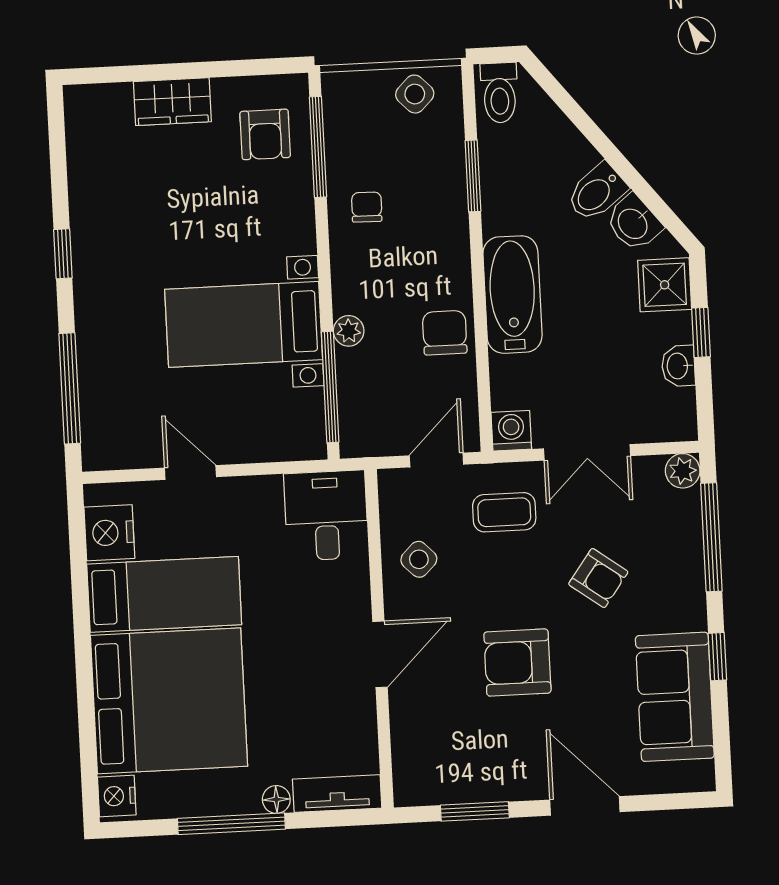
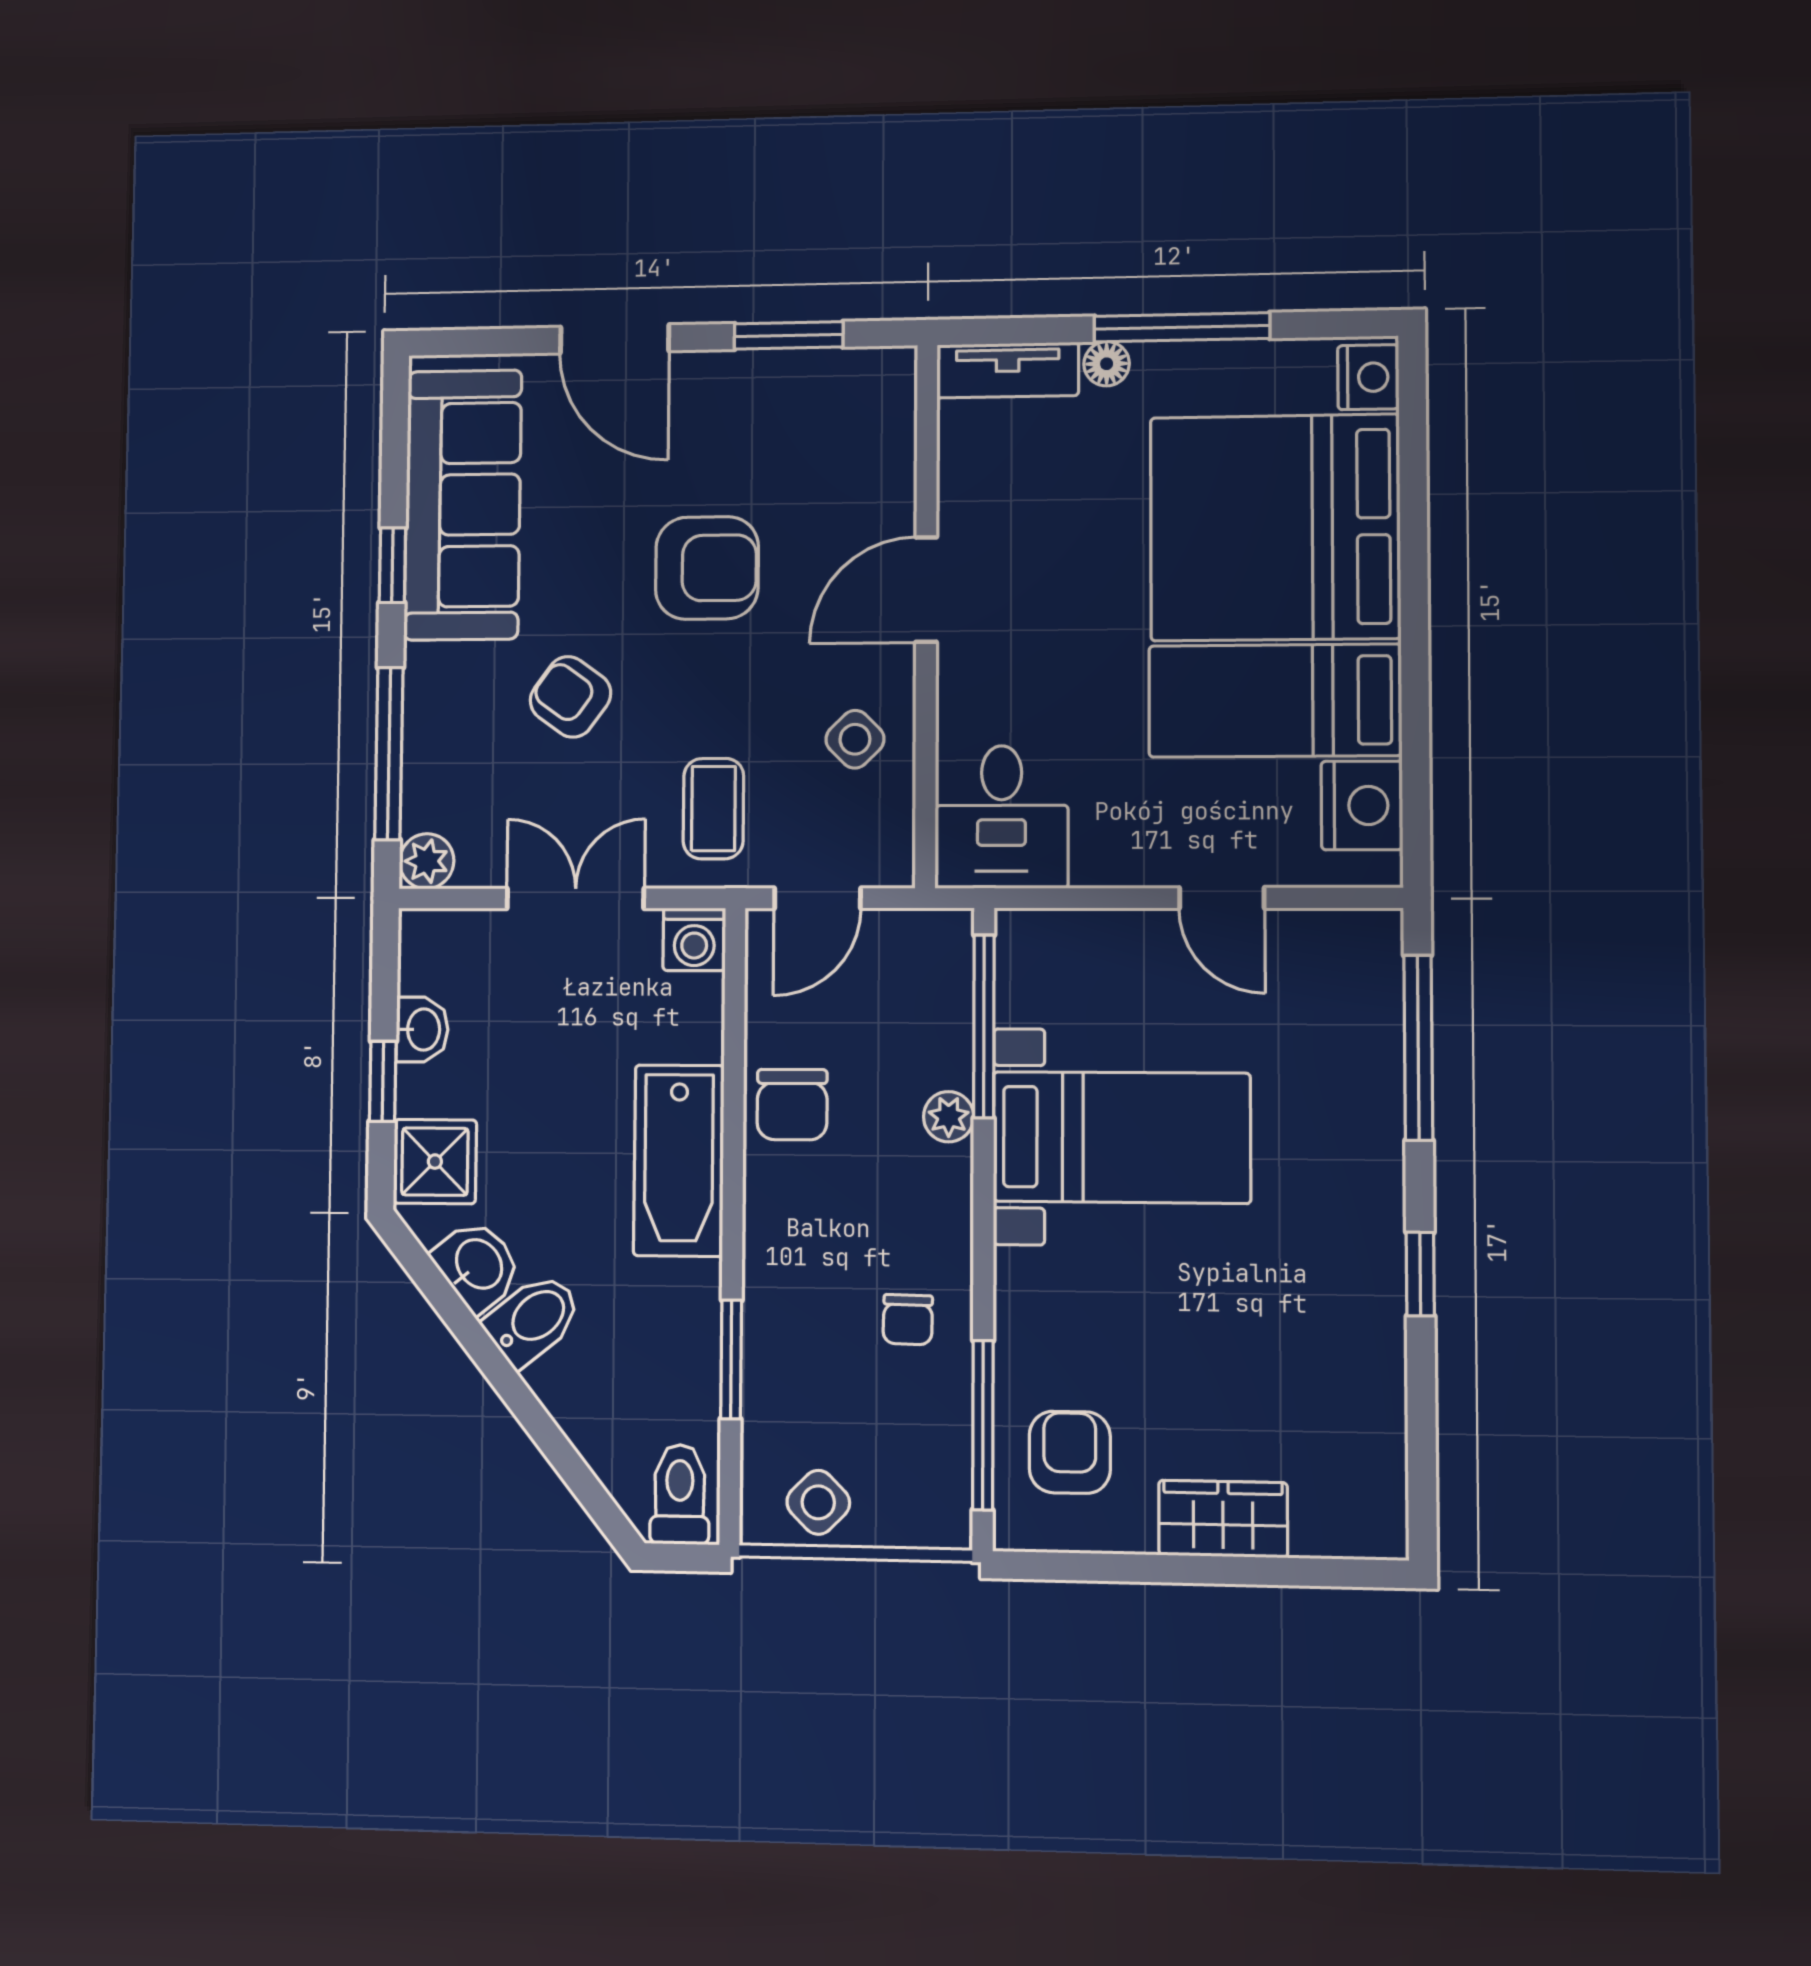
coffee table: (504, 512) -> (713, 809), turned 90
sofa: (675, 697) -> (463, 505), width x1.36

